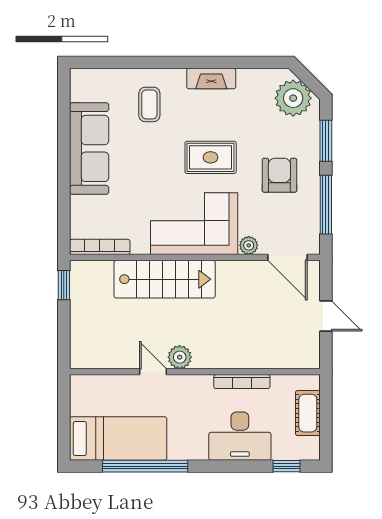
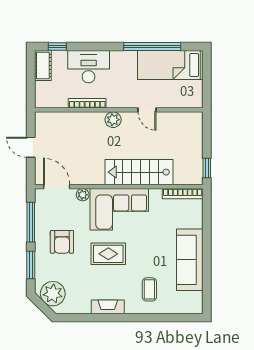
plant: (180, 357) -> (113, 120), moved
cot: (308, 413) -> (43, 66), moved

